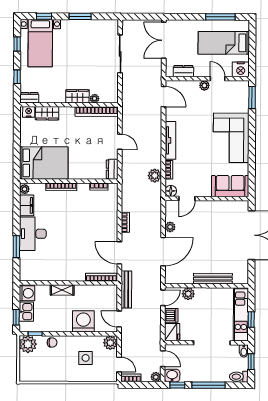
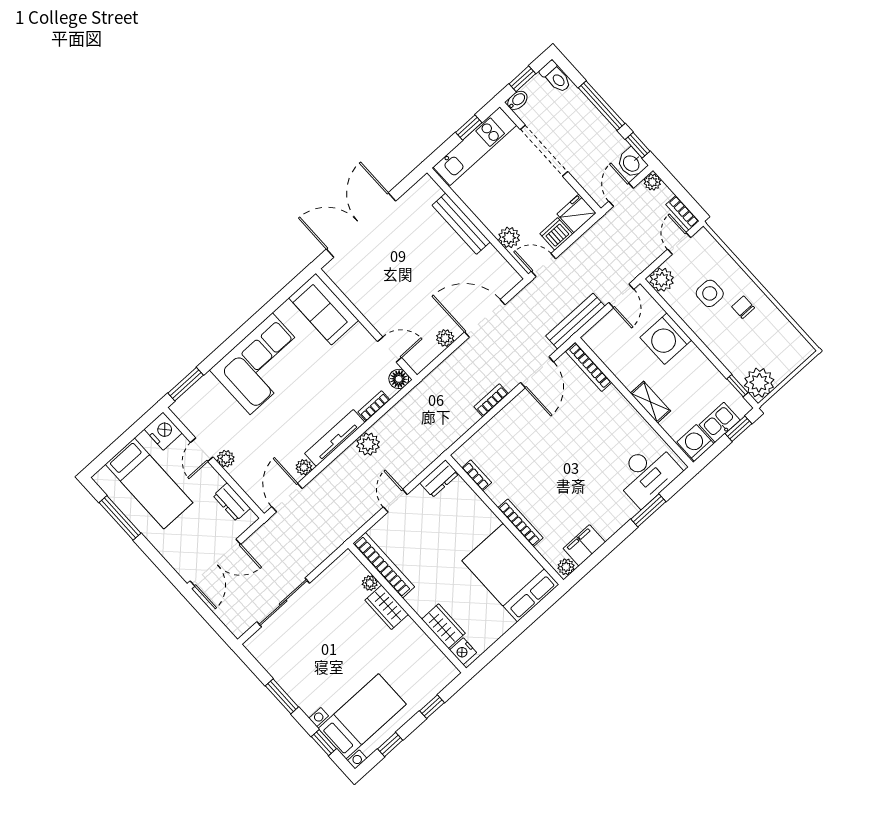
dresser: (29, 98) -> (444, 667), removed
plant: (170, 116) -> (304, 467), added
plant: (155, 176) -> (368, 444), moved
desk: (33, 234) -> (647, 474), moved
chair: (52, 343) -> (743, 307), moved

